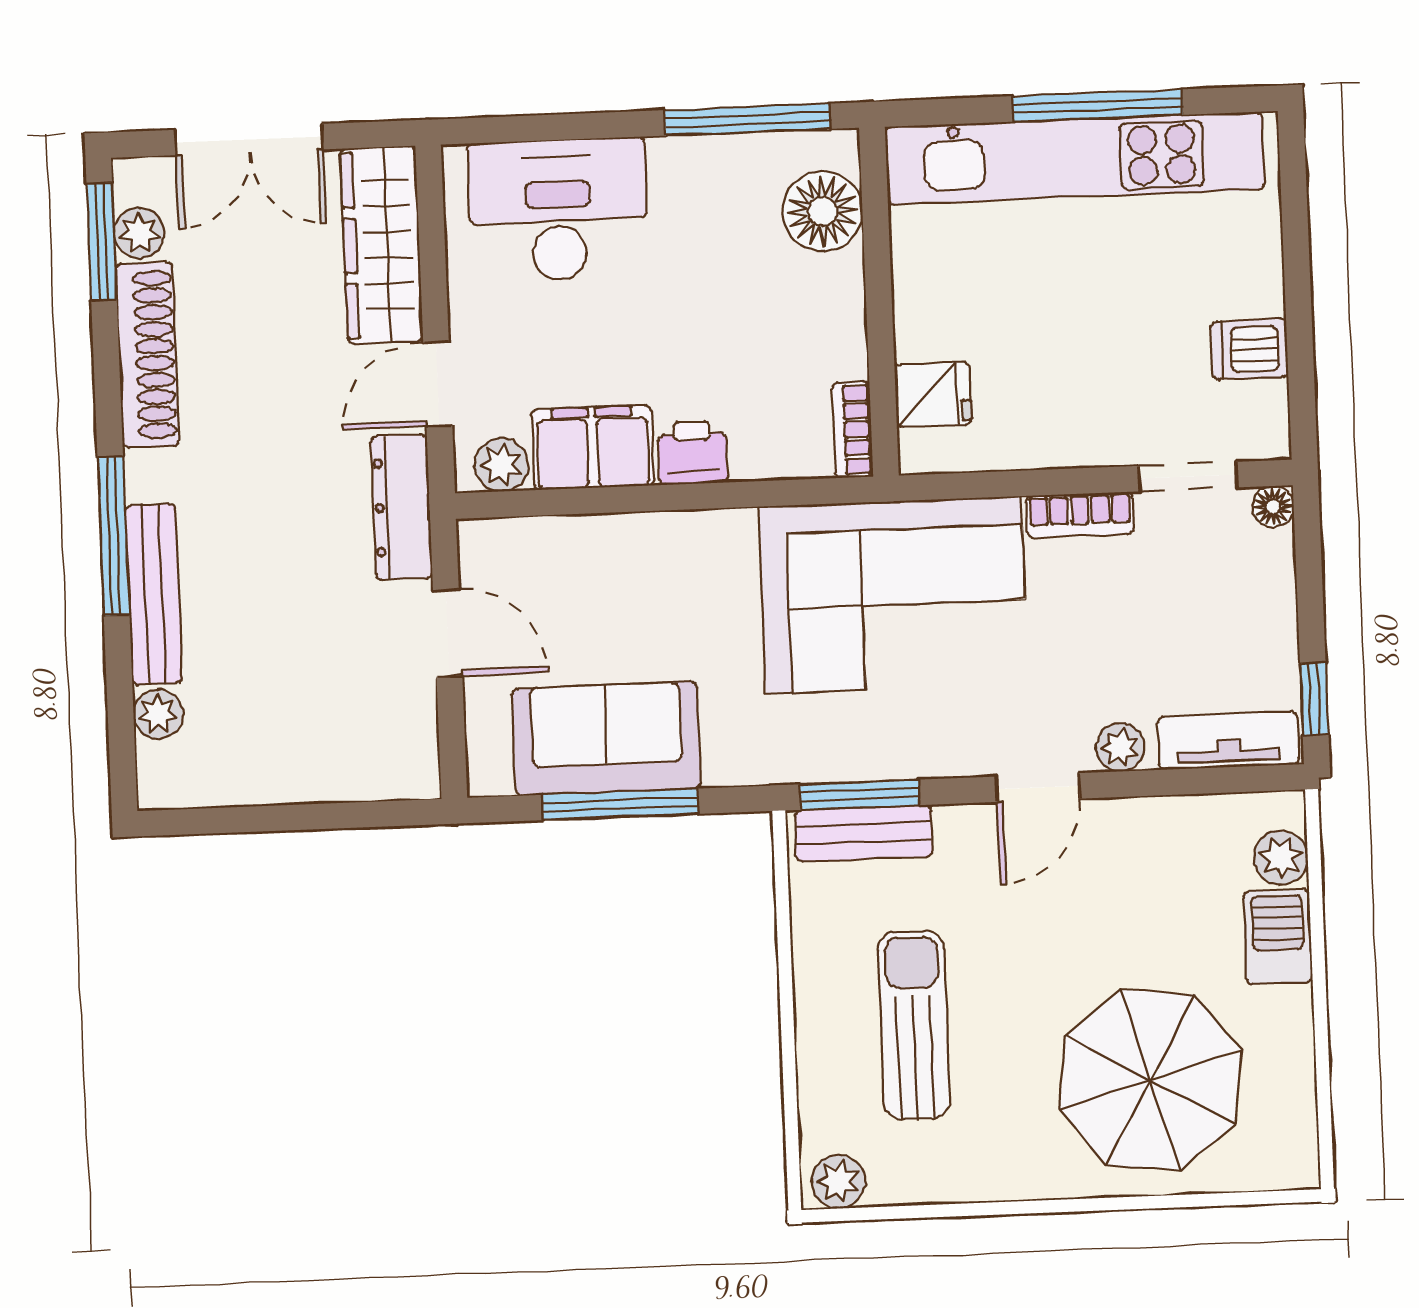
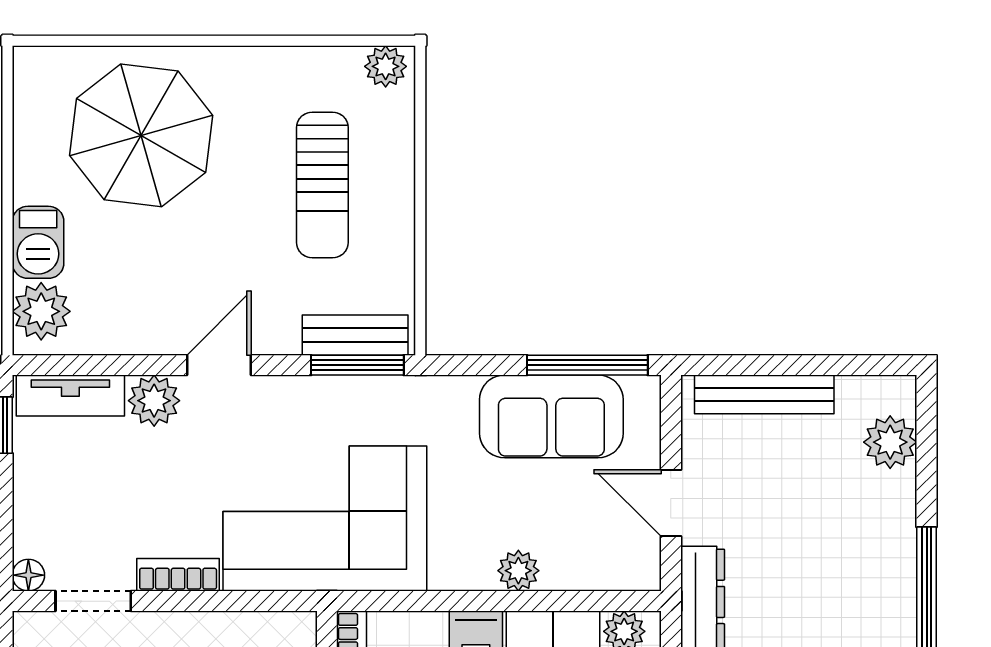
plant: (641, 538) -> (518, 571), added
bench: (154, 594) -> (764, 394), moved, turned 90
plant: (158, 714) -> (890, 442), width x1.38, depth x1.38
plant: (1120, 747) -> (154, 401), width x1.38, depth x1.38
window: (620, 804) -> (587, 365), moved
plant: (1281, 858) -> (41, 311), width x1.38, depth x1.38

